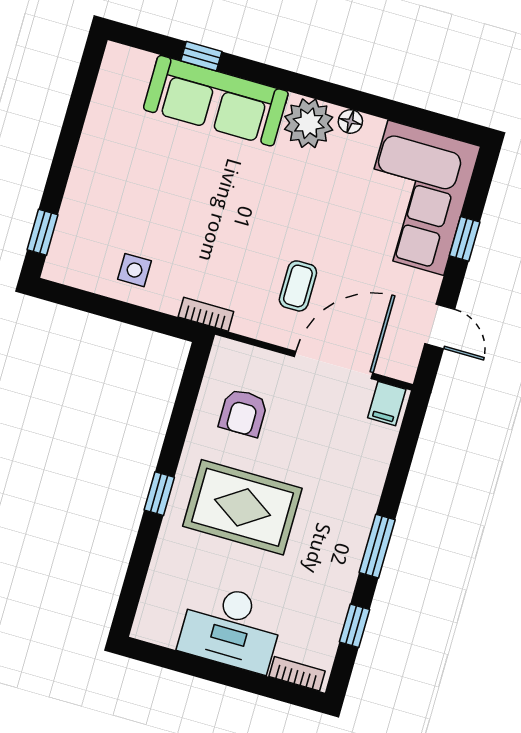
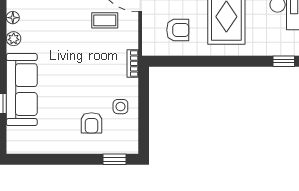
plant: (309, 123) -> (14, 39), width x0.53, depth x0.53
armchair: (120, 209) -> (92, 123), added
window: (159, 494) -> (284, 61), moved

